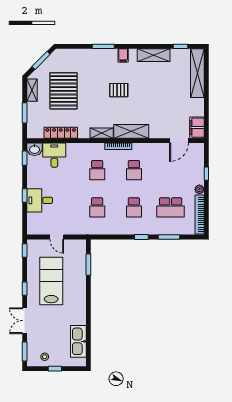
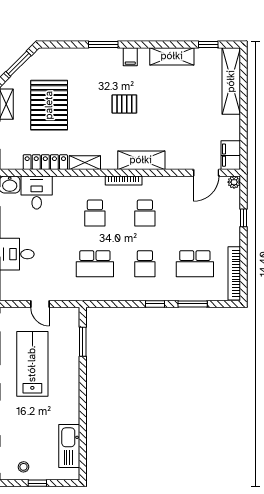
shelving: (102, 133) -> (85, 163), moved
plant: (199, 189) -> (234, 182), moved
school desk: (97, 207) -> (95, 264), width x1.85

